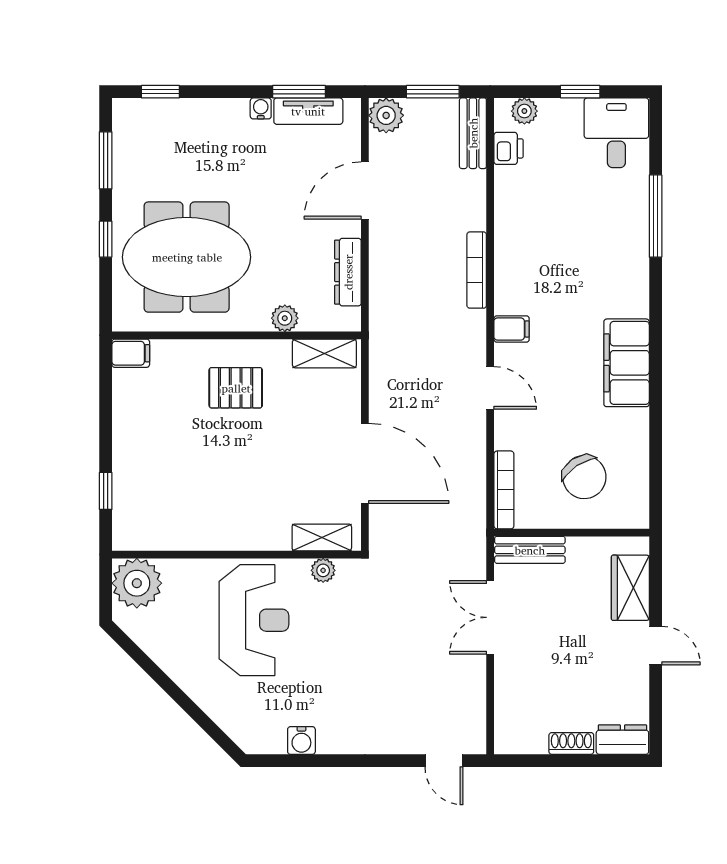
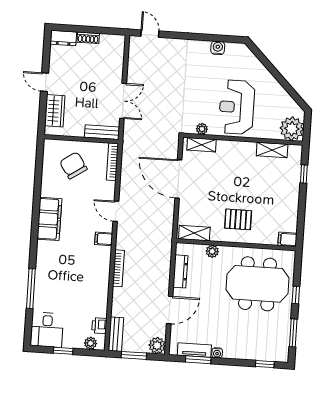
shelving: (175, 536) -> (272, 150), added

